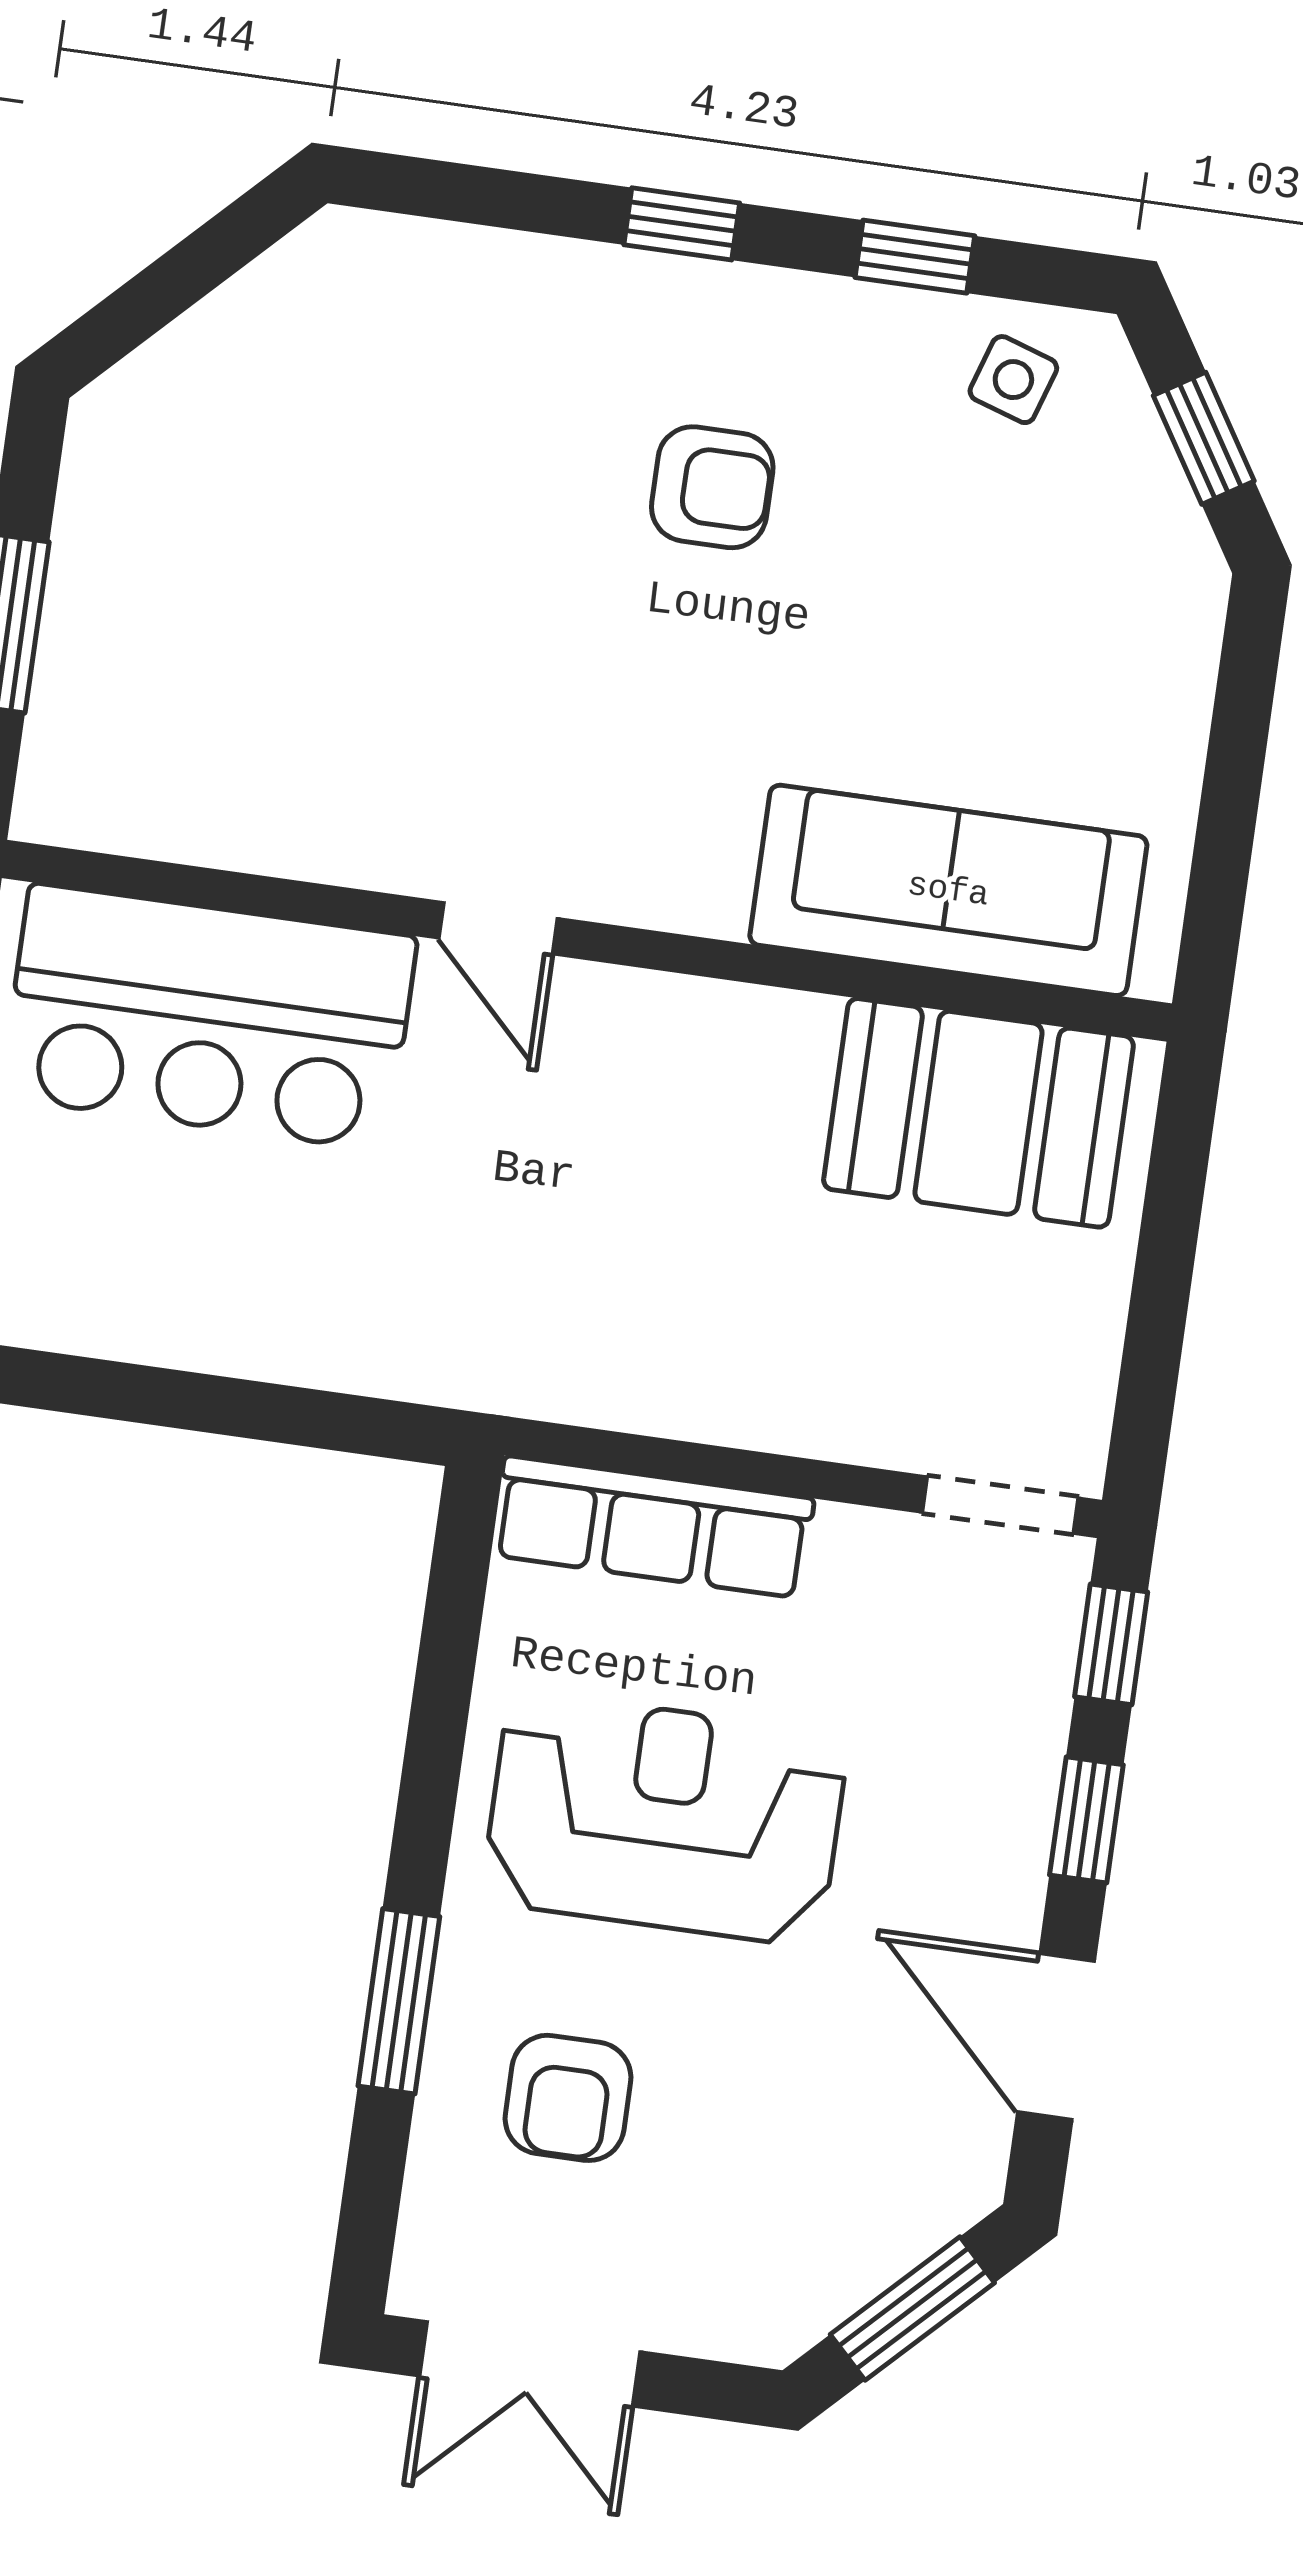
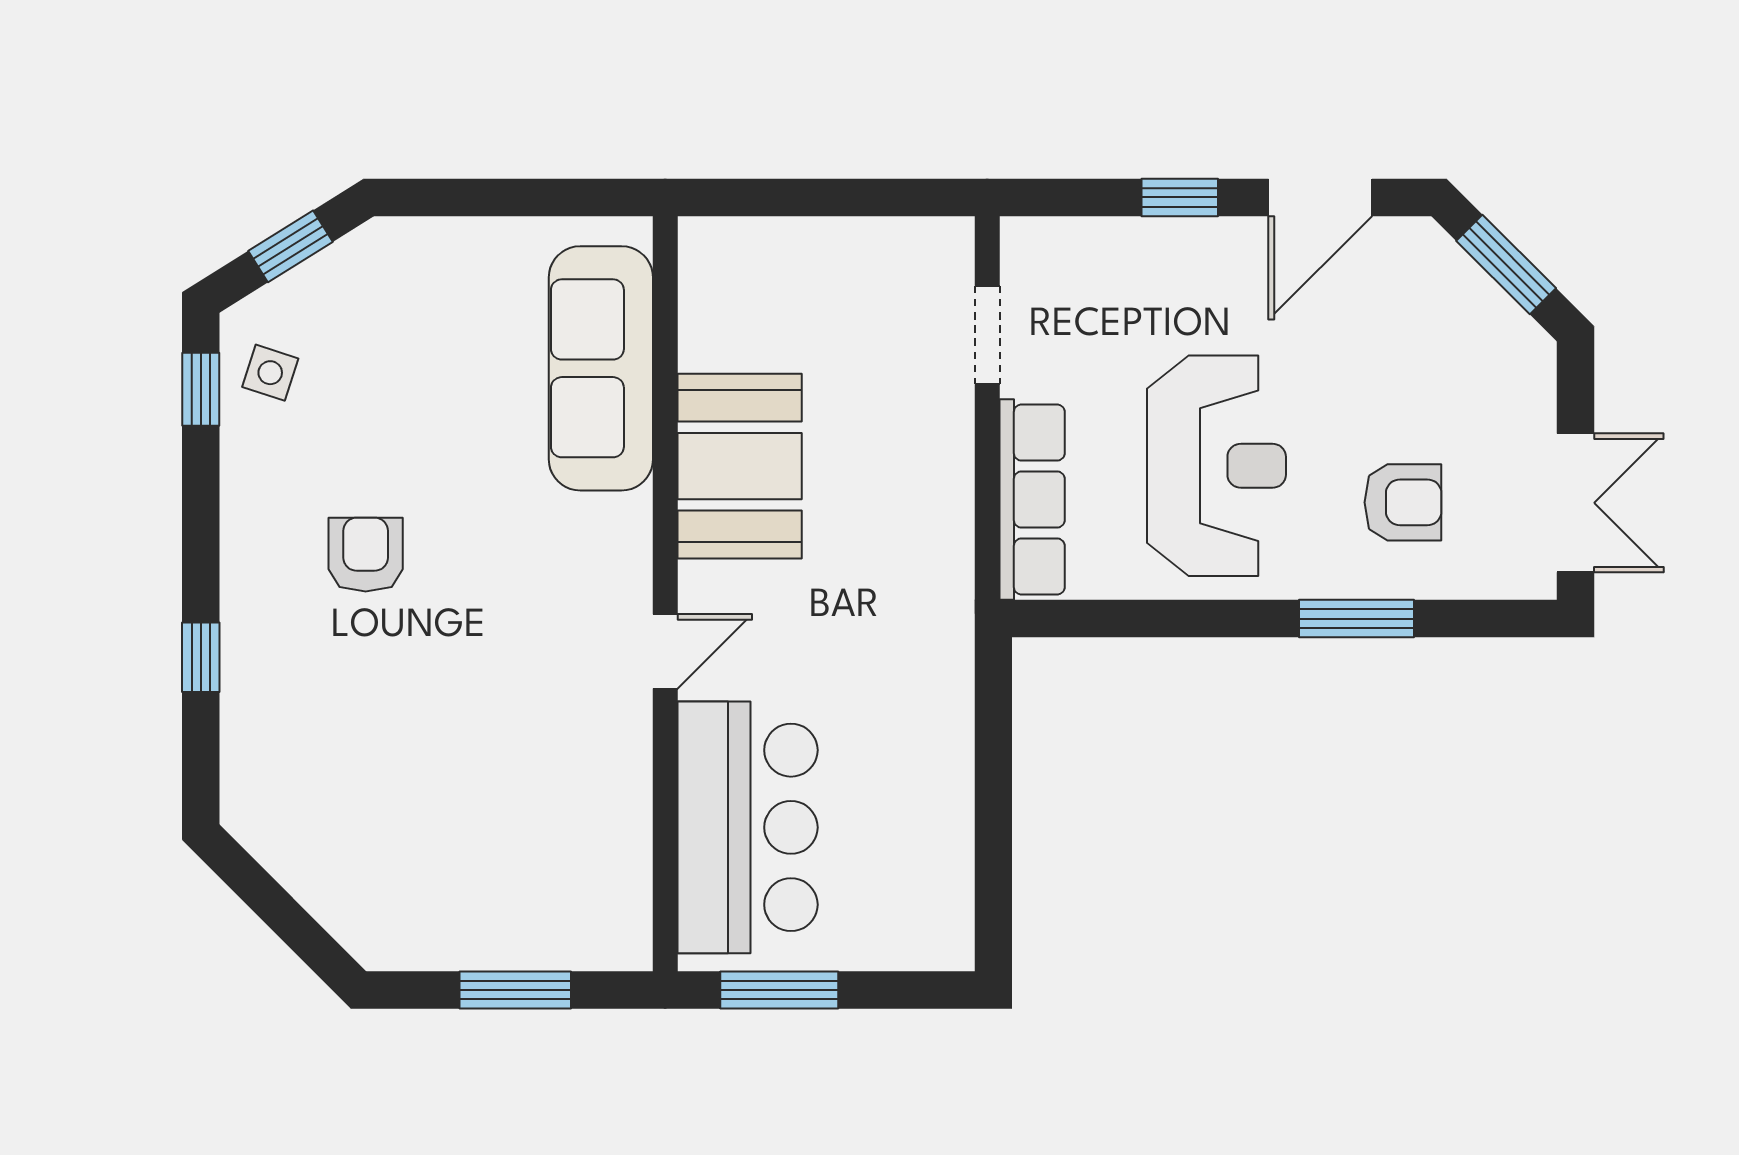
window: (682, 224) -> (201, 657), moved
window: (915, 257) -> (201, 389), moved
booth: (978, 1113) -> (740, 466), moved
doorway: (1000, 1505) -> (987, 335), moved
window: (1111, 1644) -> (1066, 197), removed
reception desk: (665, 1818) -> (1216, 466), turned 180

